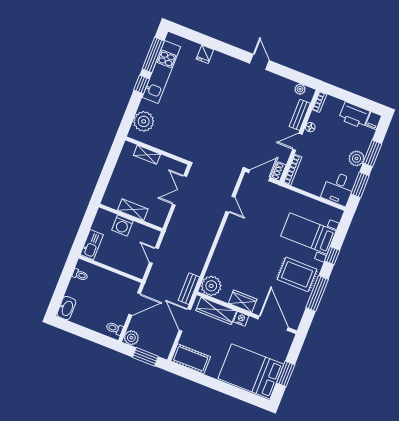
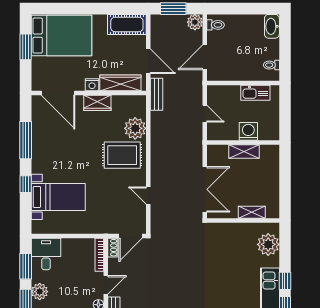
double door: (180, 190) -> (205, 189), width x1.37
kitchen sink: (92, 245) -> (255, 93), moved, turned -90
rug: (297, 274) -> (122, 155), moved
plant: (211, 286) -> (135, 128), moved

